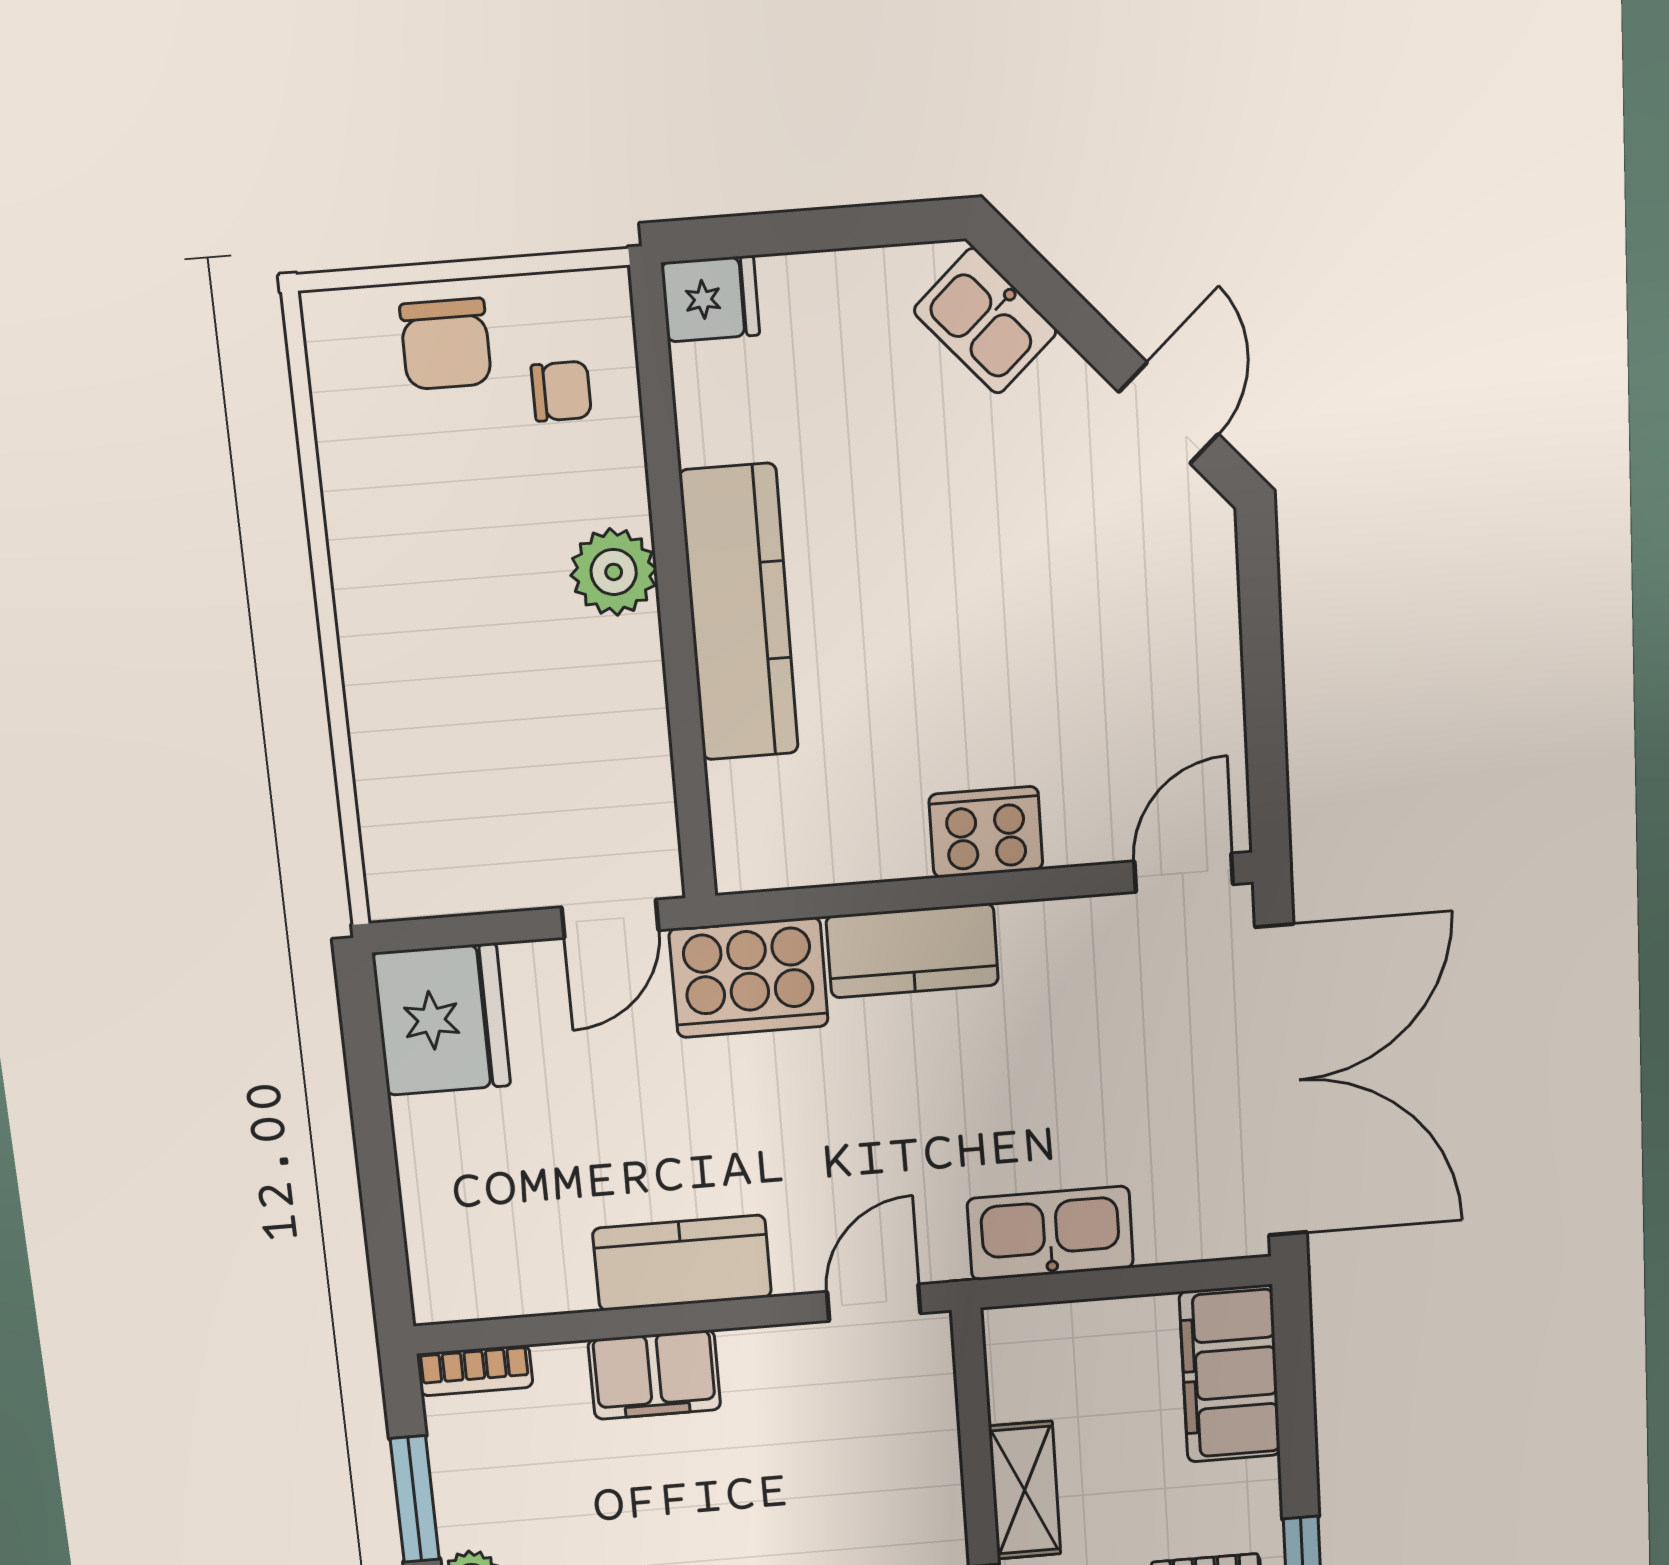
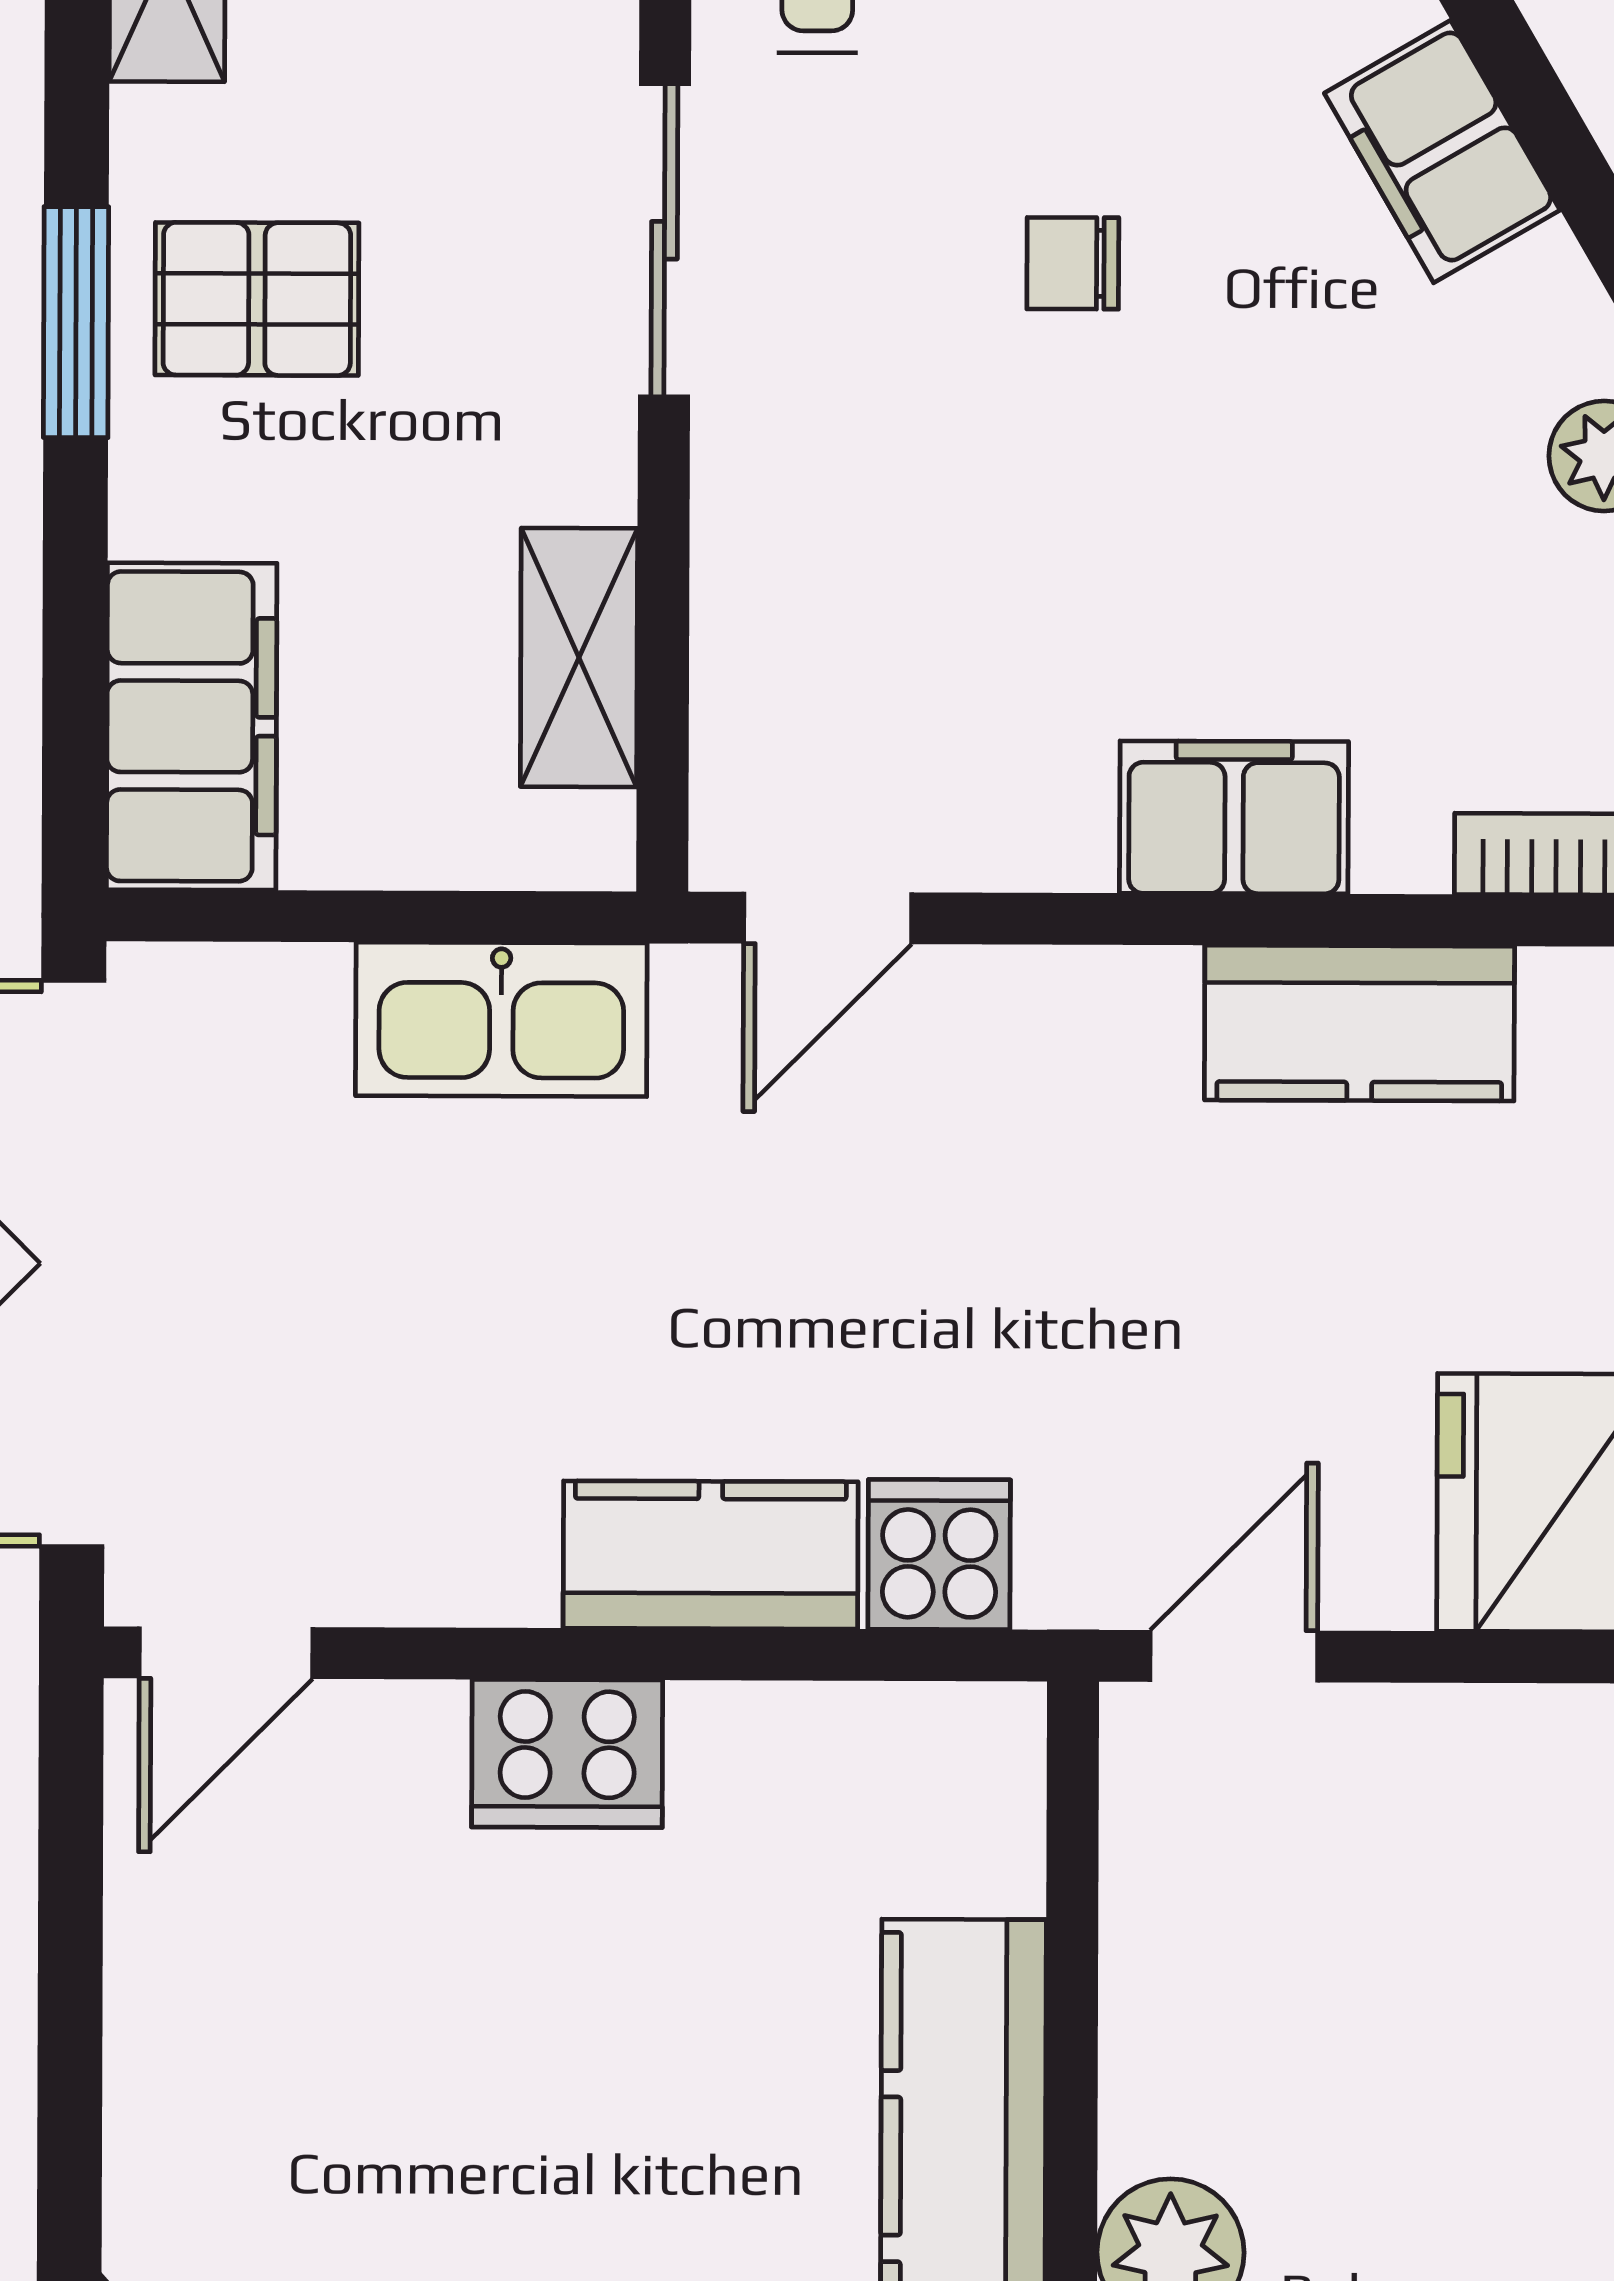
cooker: (749, 977) -> (939, 1555), width x0.53, depth x0.76
kitchen counter: (682, 1263) -> (1359, 1023), moved
shelving: (1025, 1490) -> (579, 657), moved

